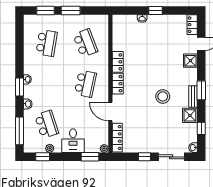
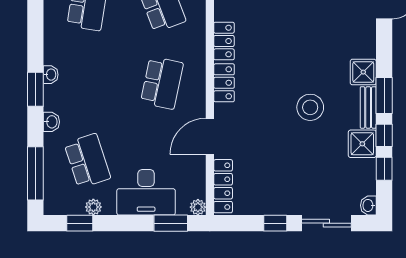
shower: (190, 61) -> (363, 72), moved
window: (201, 111) -> (384, 135), added
door: (110, 112) -> (210, 136), hinge flipped
desk: (73, 141) -> (146, 192), width x1.37

